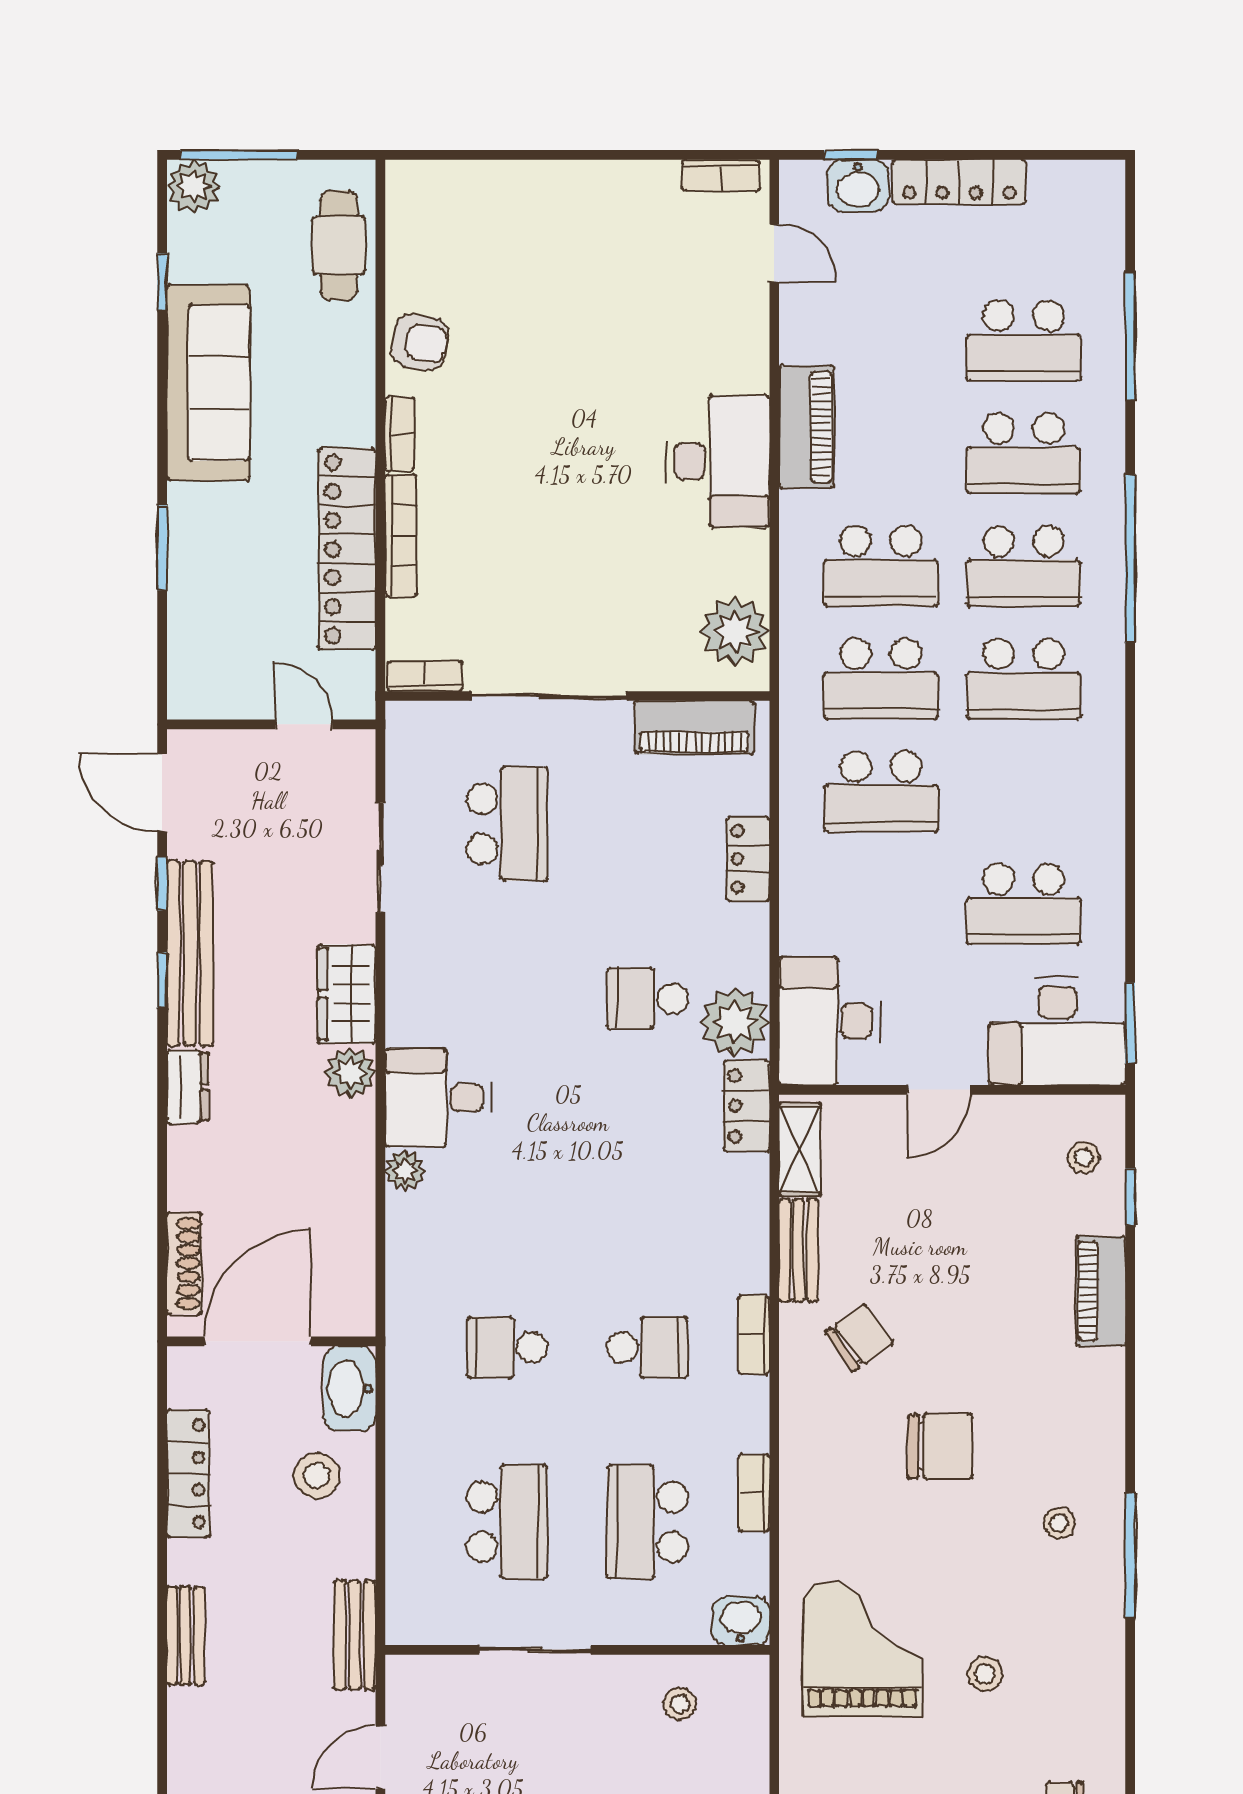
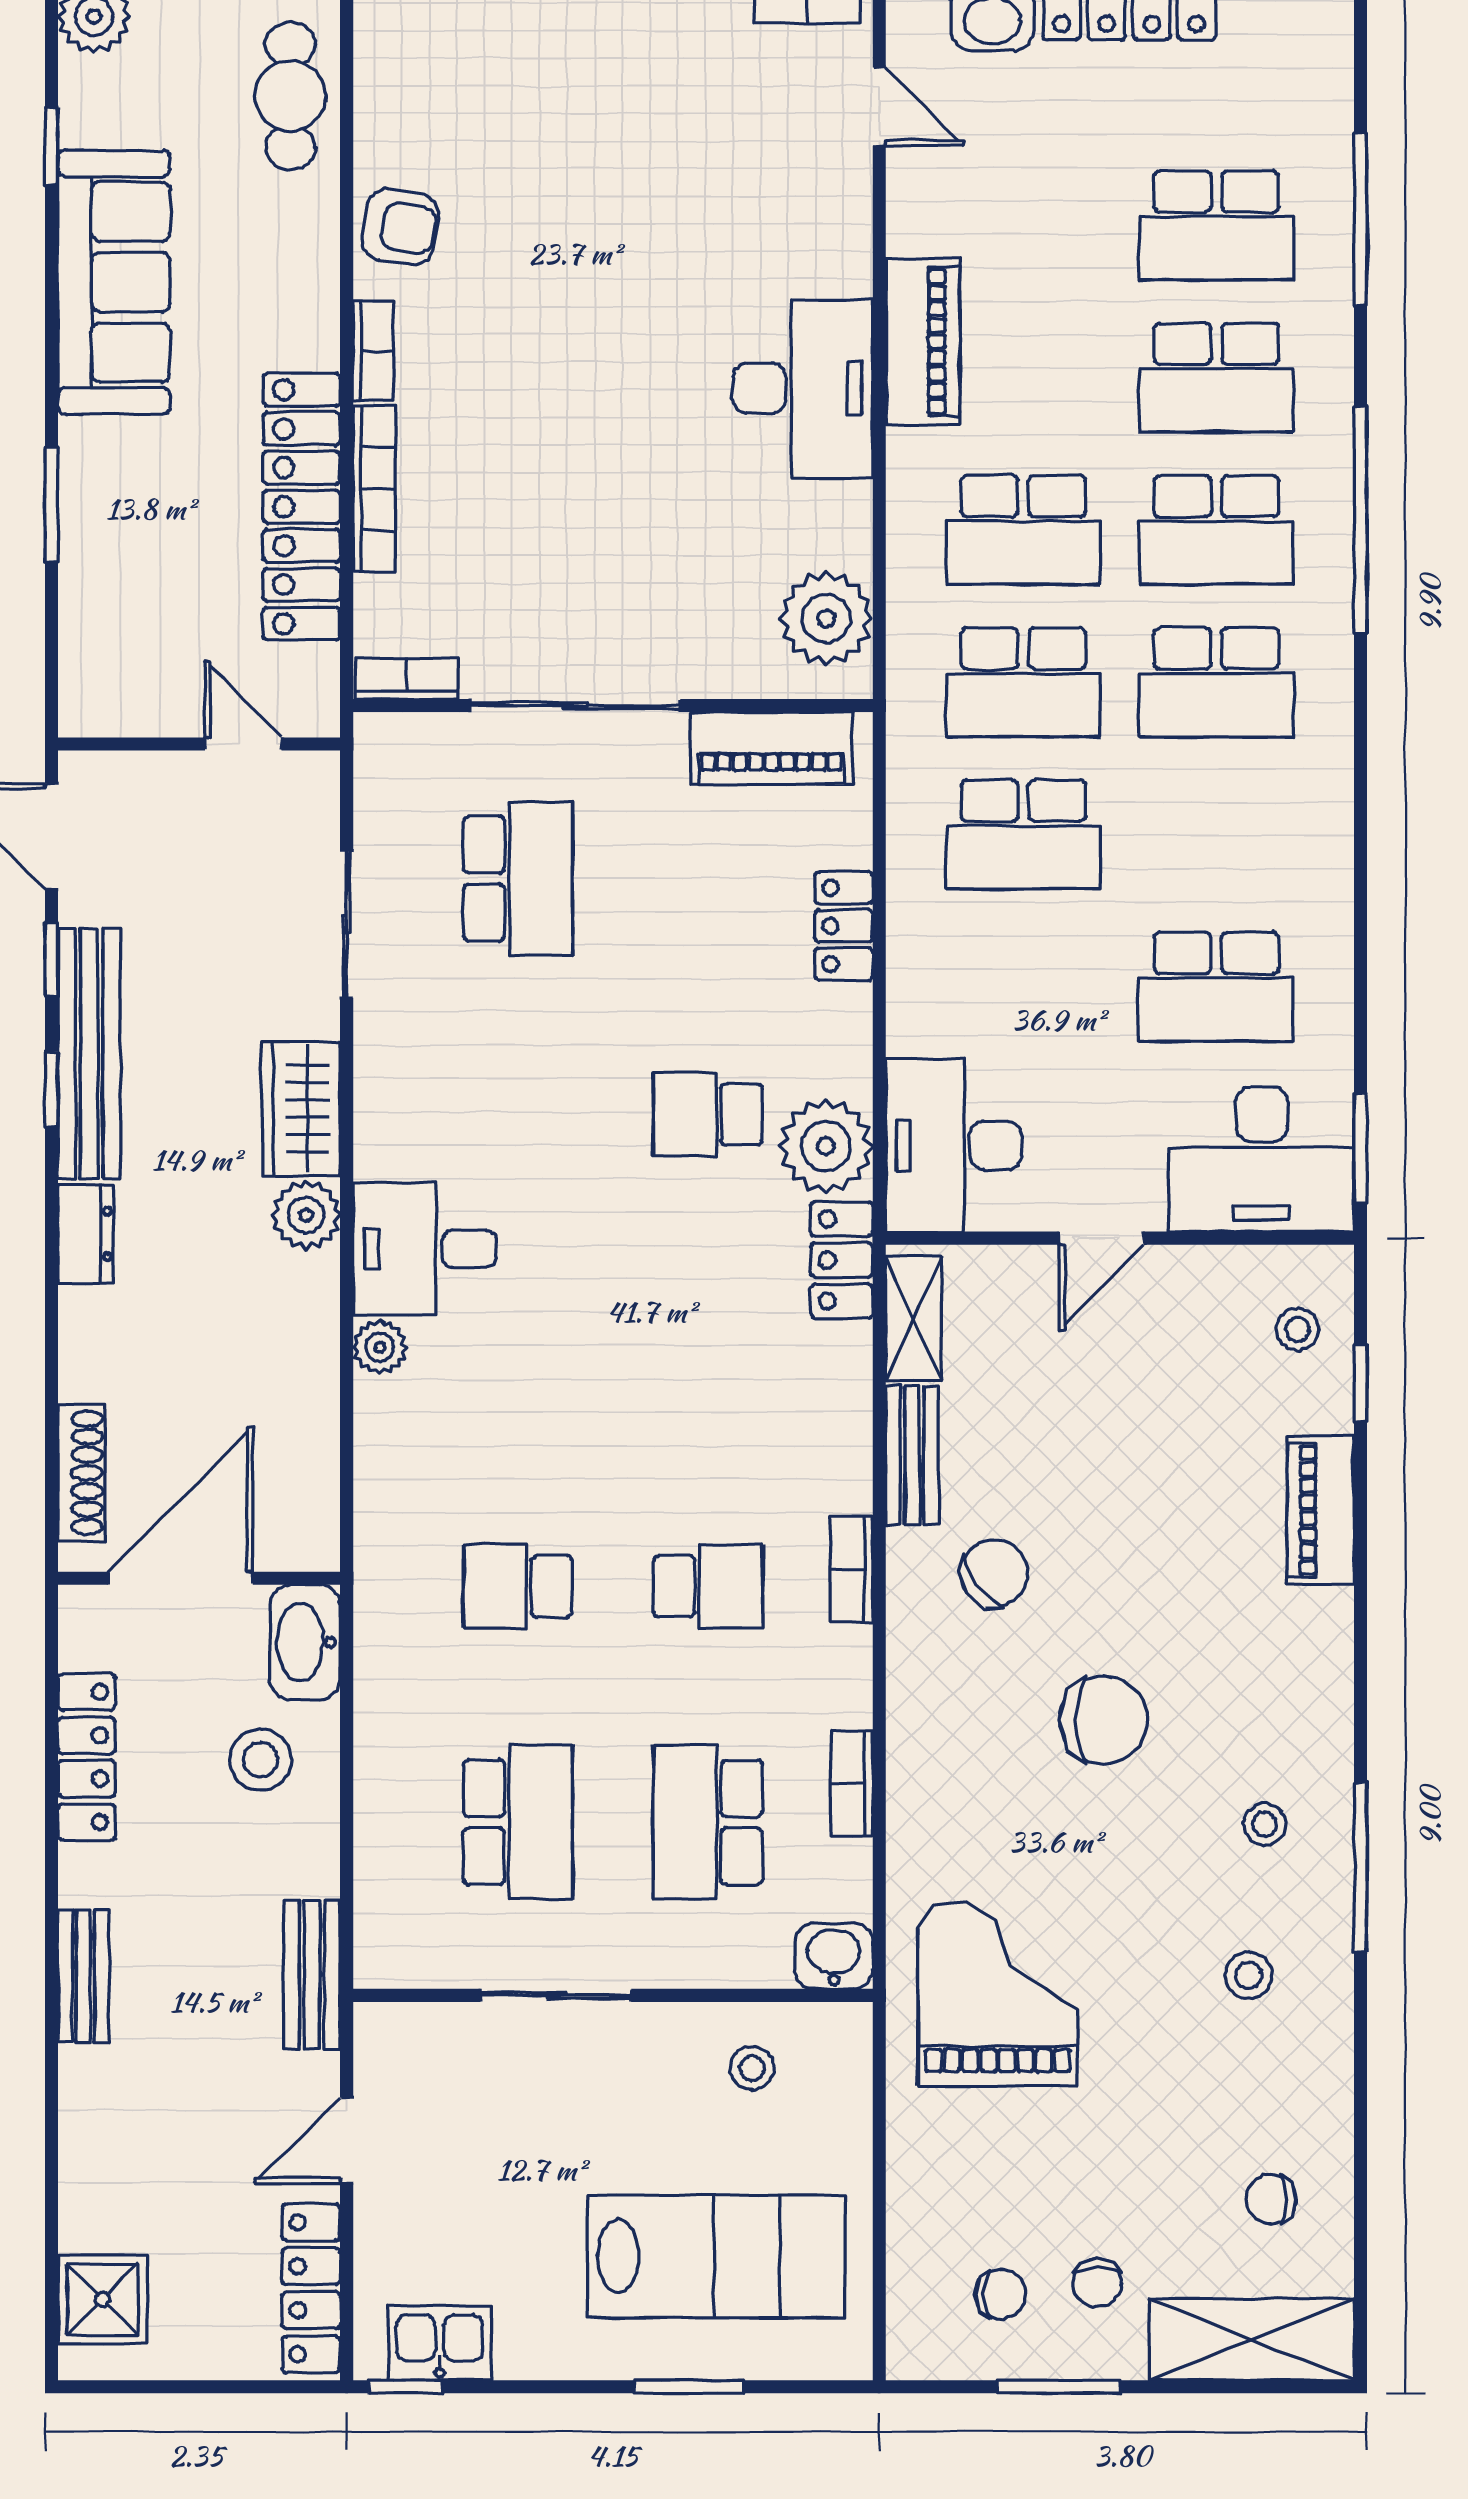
stool: (985, 1674) -> (1249, 1975), moved

